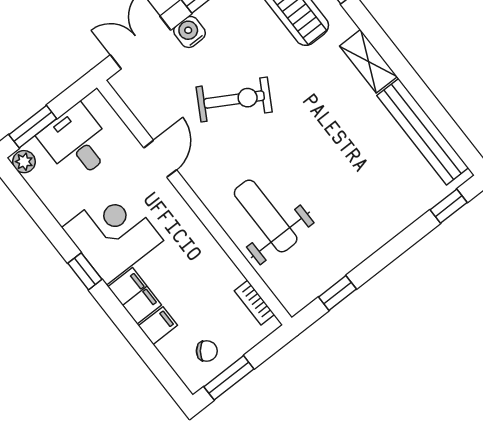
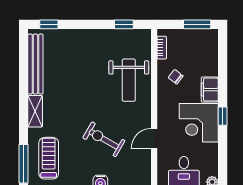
filing cabinet: (158, 326) -> (210, 70), removed
chair: (207, 351) -> (176, 77), moved

